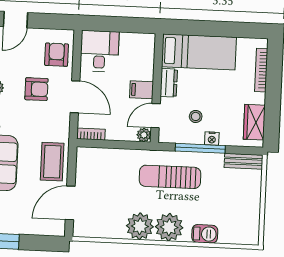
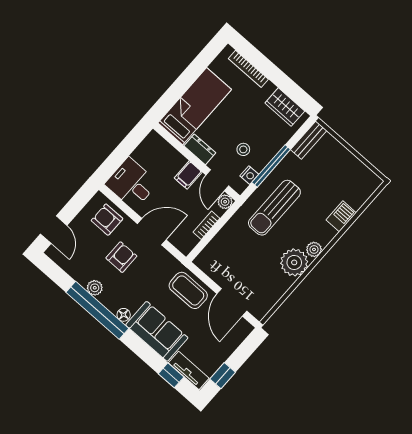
bookcase: (91, 134) -> (206, 225), moved
nightstand: (212, 139) -> (249, 175), moved
plant: (169, 227) -> (314, 249), width x0.53, depth x0.53

